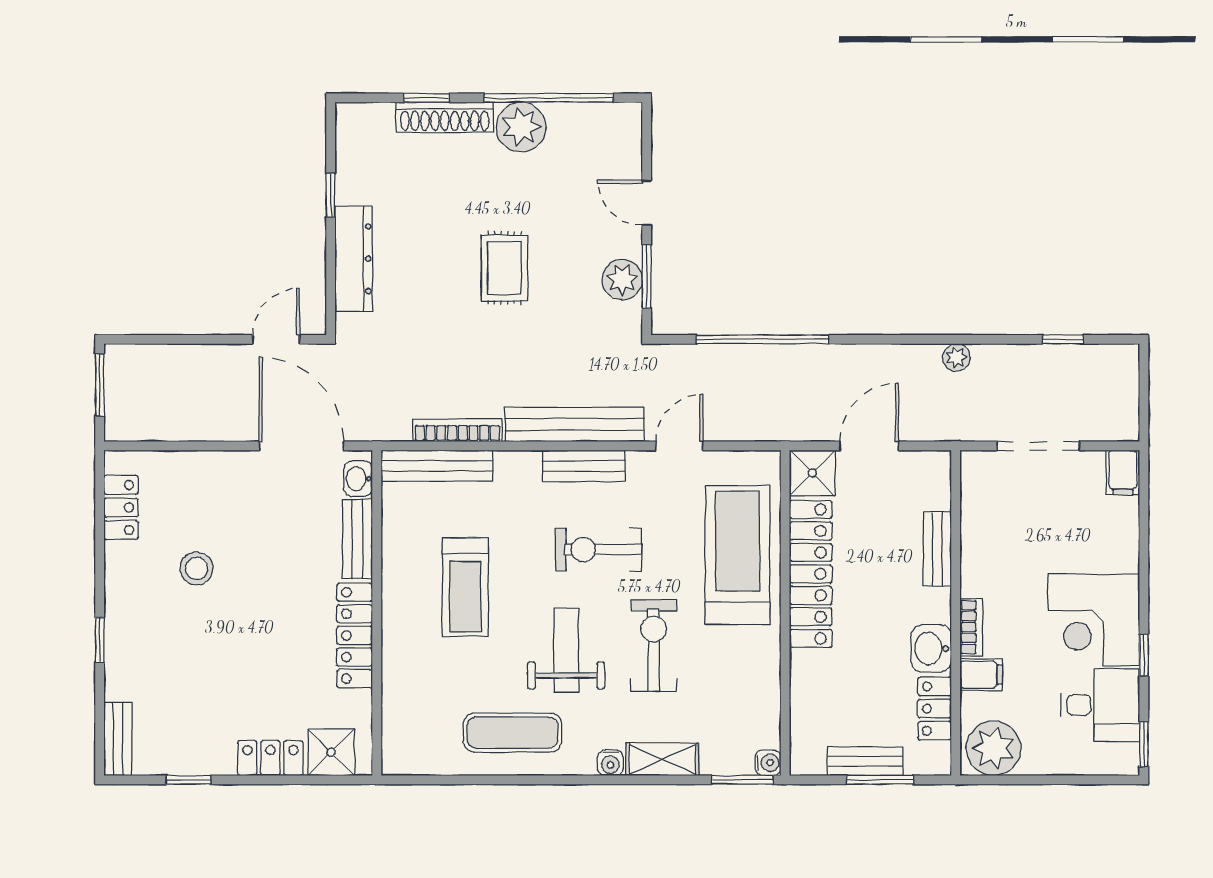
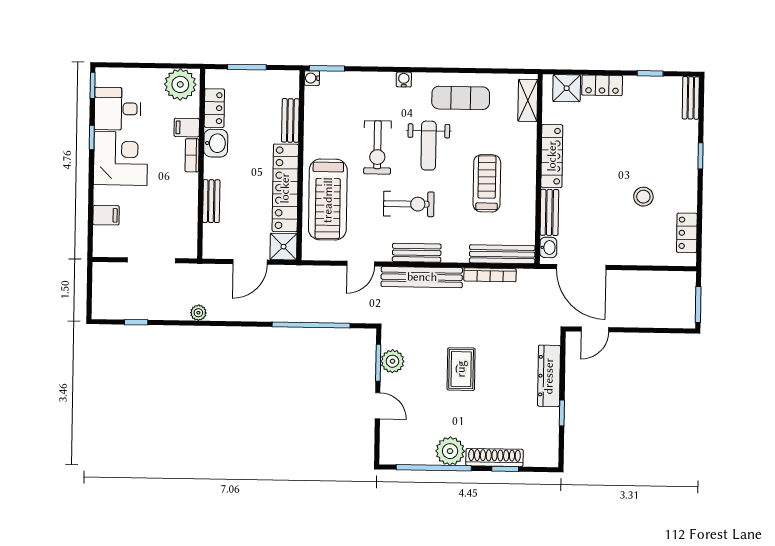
filing cabinet: (1123, 473) -> (106, 215), moved, turned 90
shelving: (662, 759) -> (528, 100), moved, turned 90
bench: (865, 761) -> (290, 120), moved, turned 90

